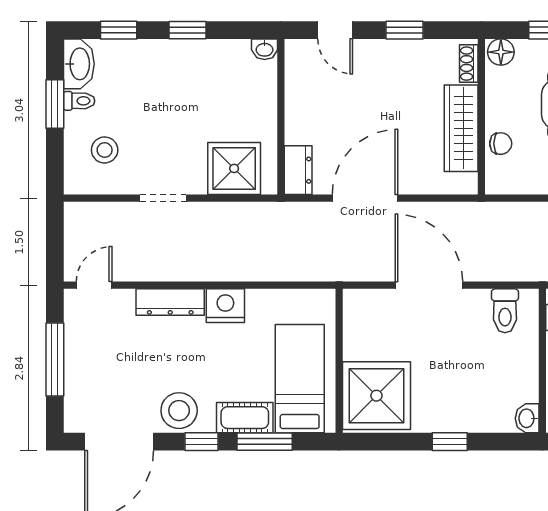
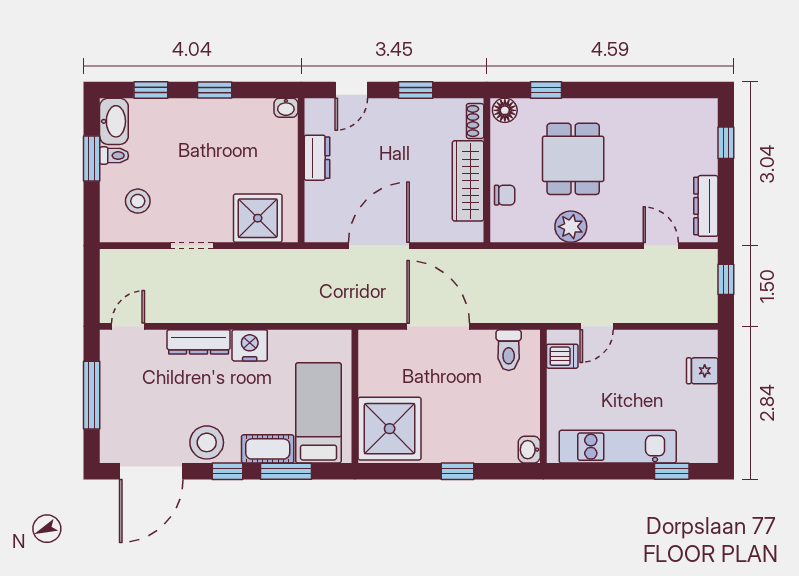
door: (335, 30) -> (351, 90), hinge flipped
dresser: (298, 170) -> (317, 158), moved

